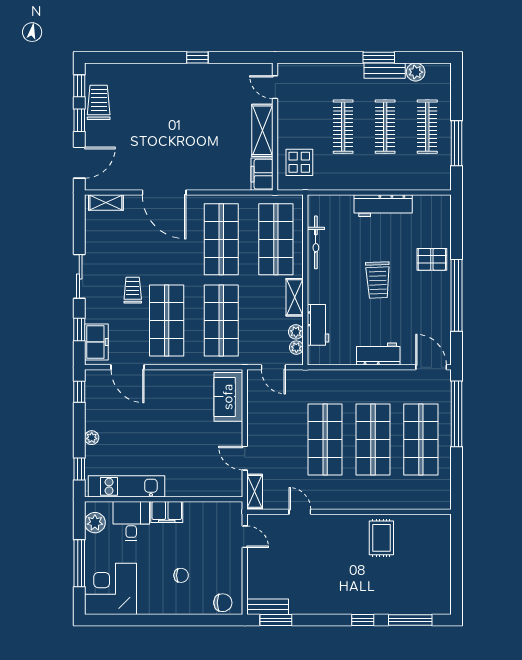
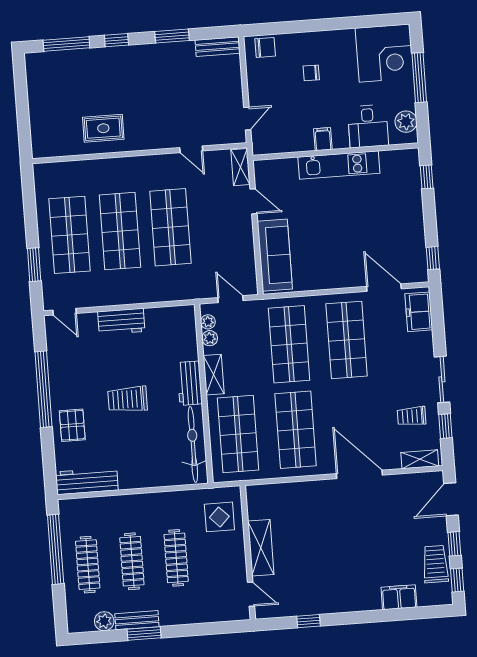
window: (197, 57) -> (308, 621), moved
trolley: (99, 102) -> (435, 564), turned 180
window: (457, 143) -> (56, 549), width x1.46
filing cabinet: (262, 174) -> (399, 597), moved, turned -90
workbench: (383, 206) -> (87, 481), moved
bicycle: (316, 242) -> (193, 444), width x1.37, depth x1.40
pallet: (432, 259) -> (72, 425), turned 90
trolley: (378, 280) -> (128, 399), turned -88
trolley: (133, 290) -> (412, 416), moved, turned 90
workbench: (318, 325) -> (190, 383), moved
window: (79, 330) -> (445, 426), moved
door: (431, 367) -> (65, 312), width x0.73
sofa: (228, 397) -> (275, 255), width x1.36
window: (457, 414) -> (34, 265), width x0.47
plant: (92, 438) -> (416, 211), removed
kitchen unit: (127, 486) -> (339, 165), moved
filing cabinet: (167, 512) -> (323, 139), width x0.50
door: (245, 537) -> (247, 119), swing flipped
rug: (381, 538) -> (103, 128), turned 90
chair: (223, 603) -> (265, 47), turned 180
window: (276, 620) -> (172, 36), moved

